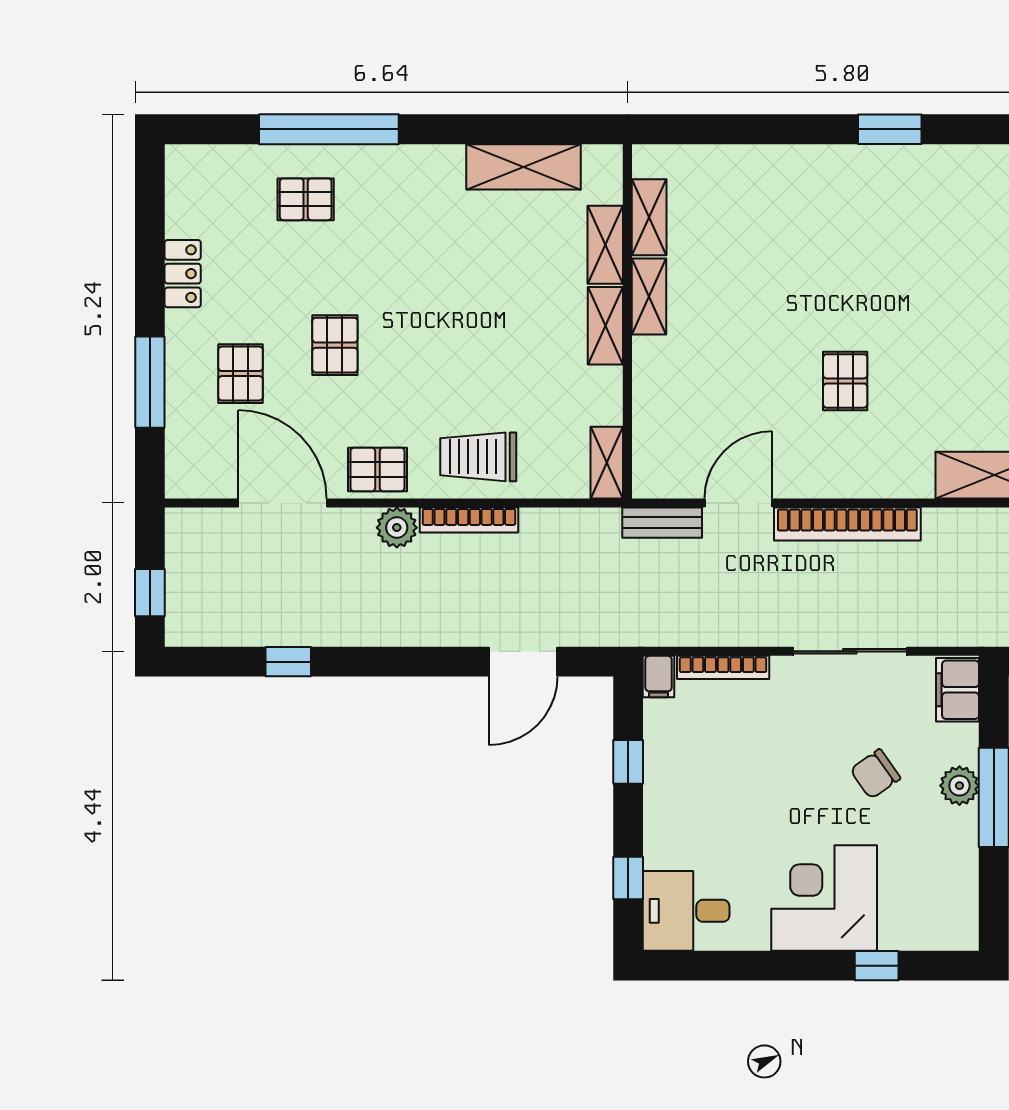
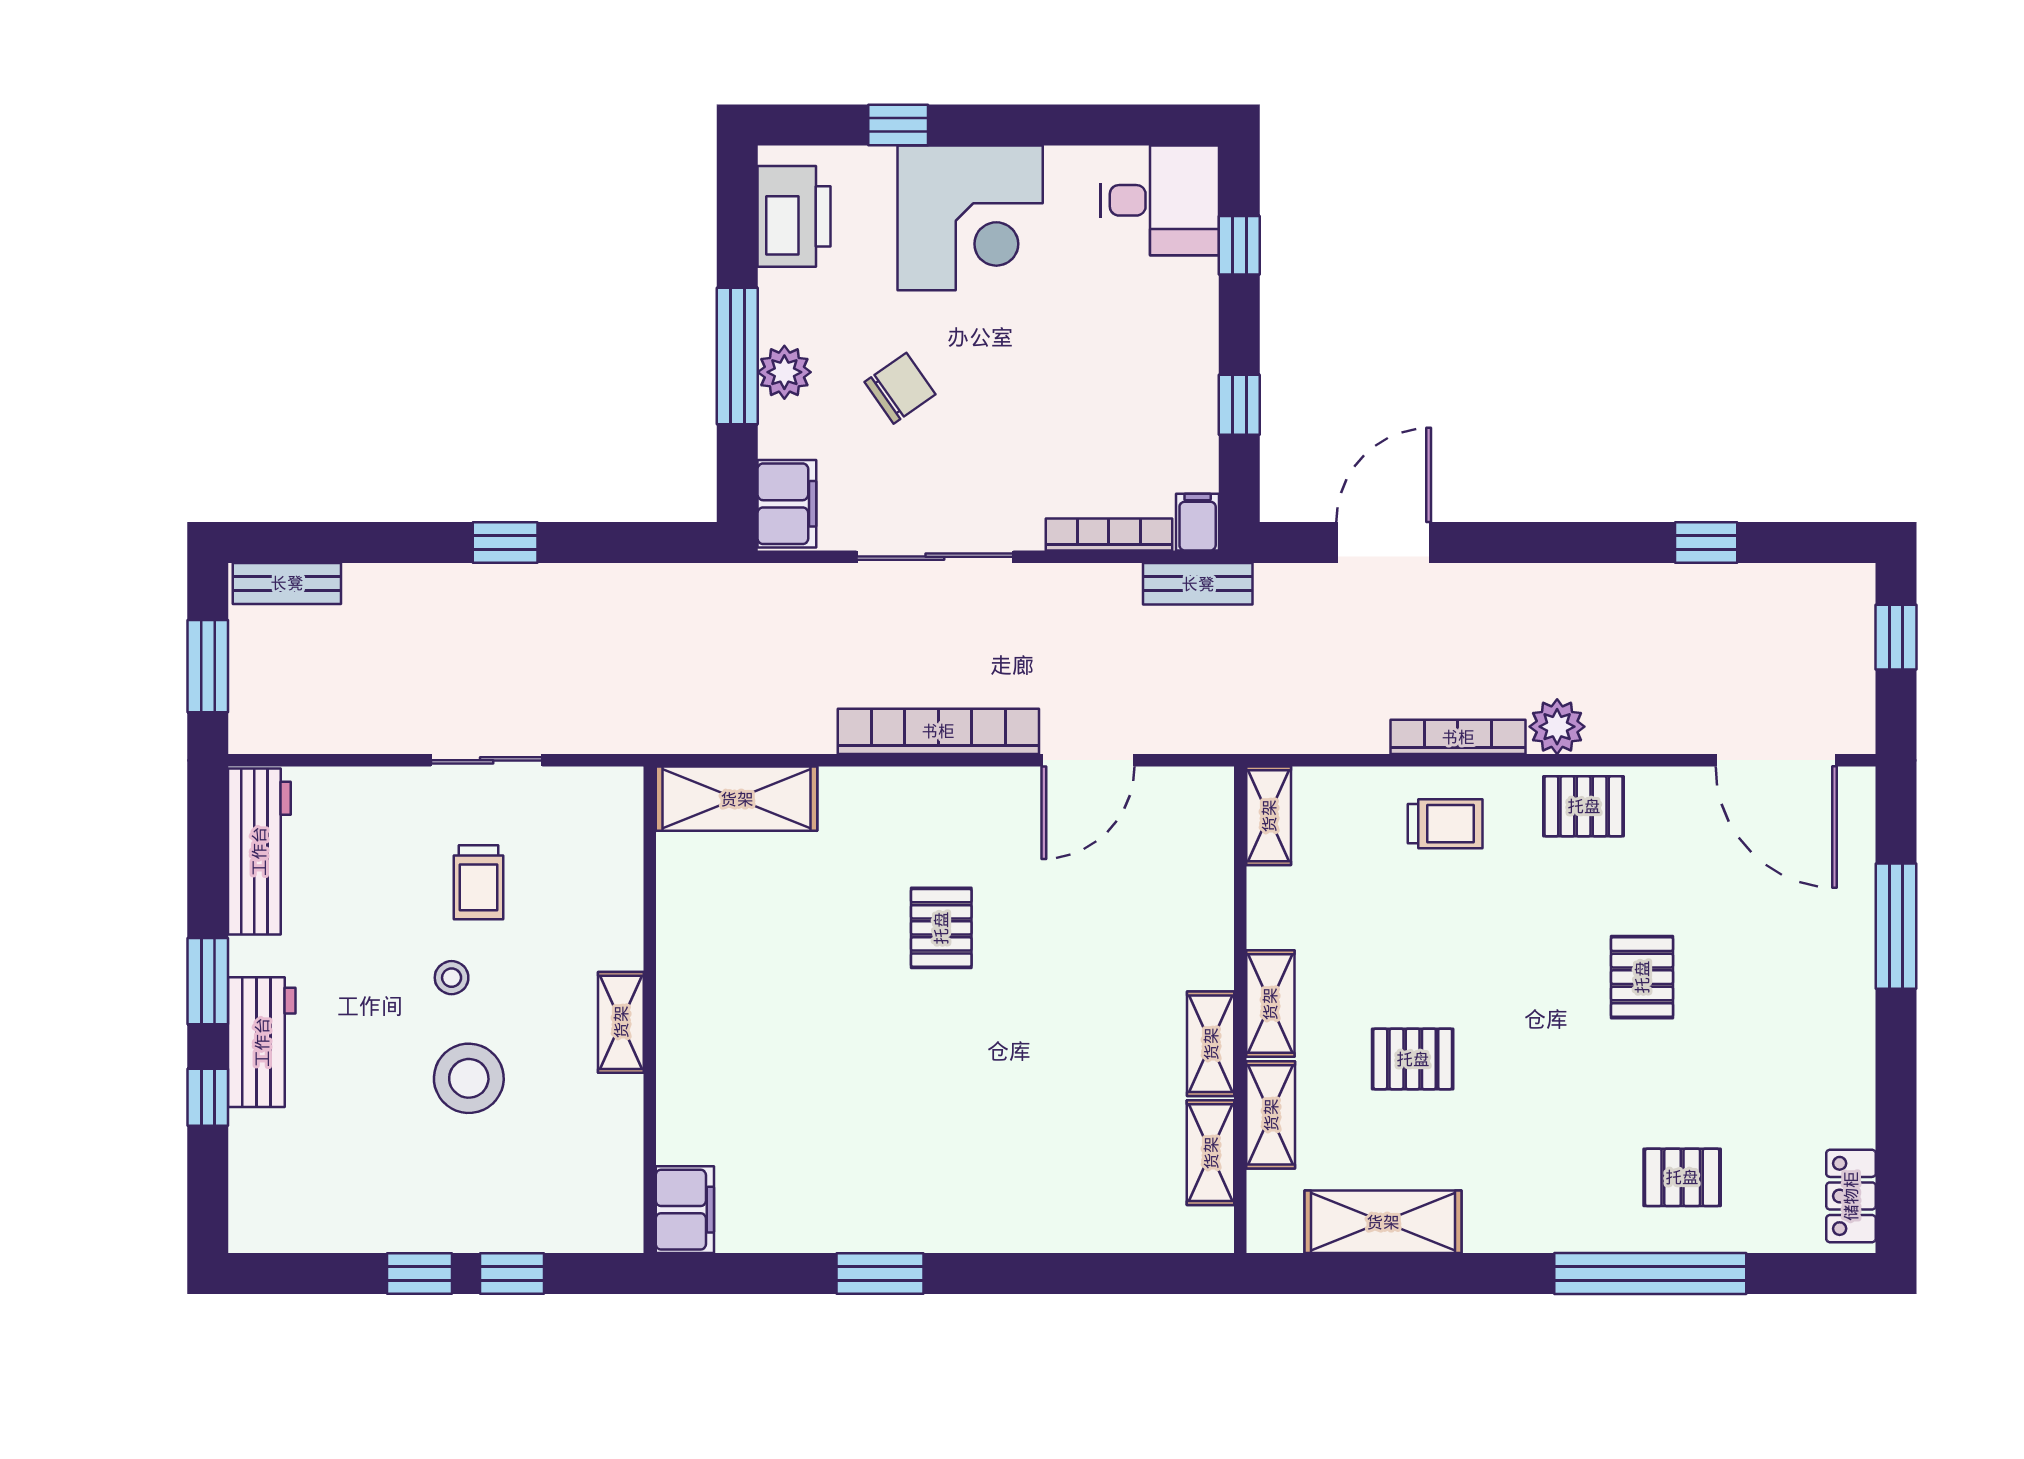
locker: (183, 274) -> (1851, 1196), moved
pallet: (241, 374) -> (1413, 1059), moved, turned 90
trolley: (478, 457) -> (1445, 824), width x0.73, depth x0.72
door: (282, 503) -> (1776, 760), moved
bench: (662, 523) -> (1198, 584), moved
printer: (952, 899) -> (794, 216), added

